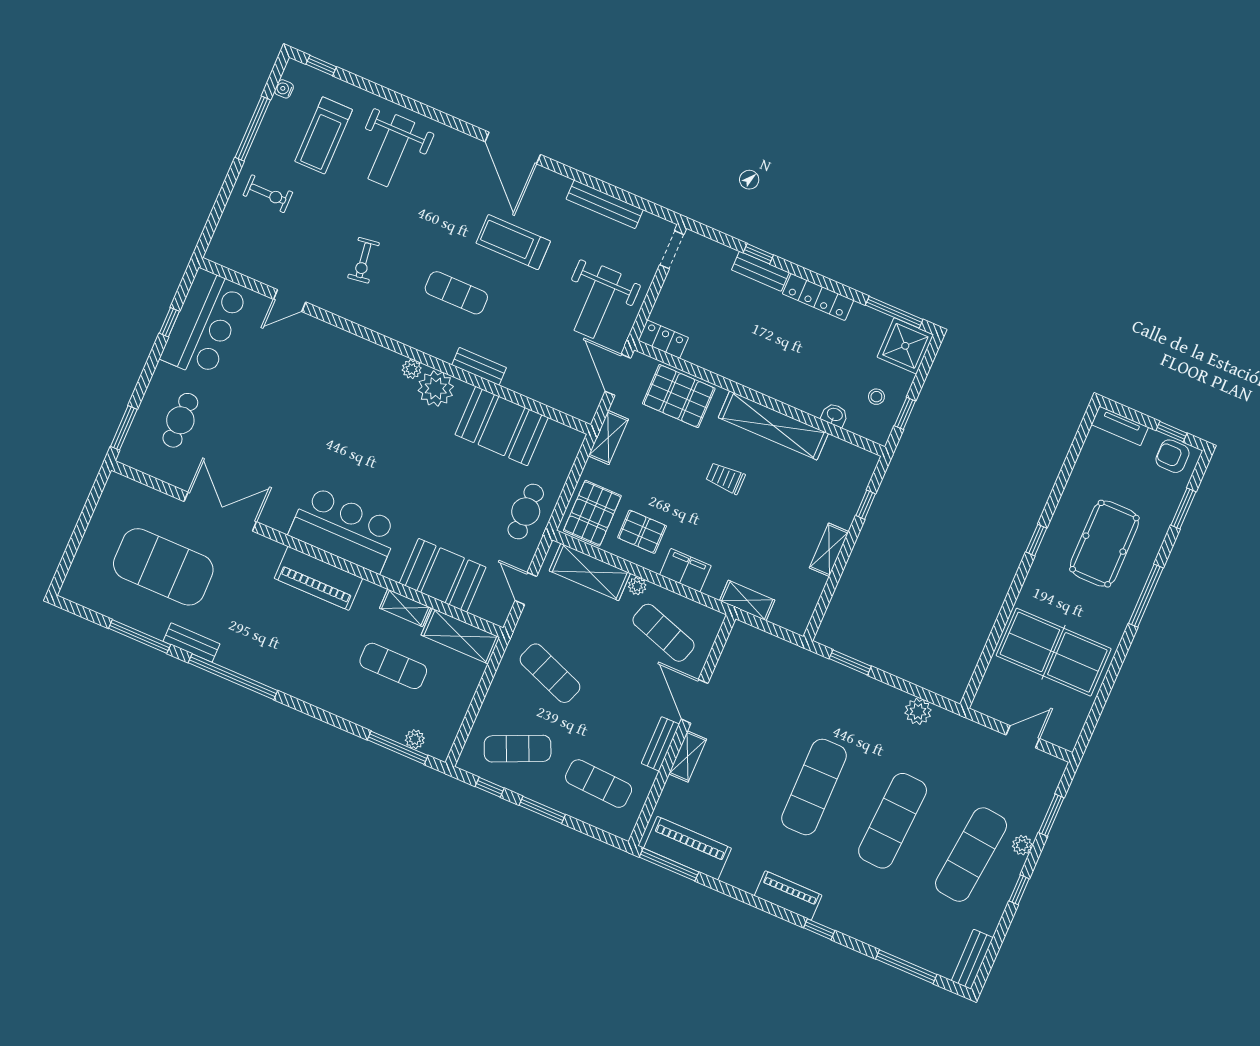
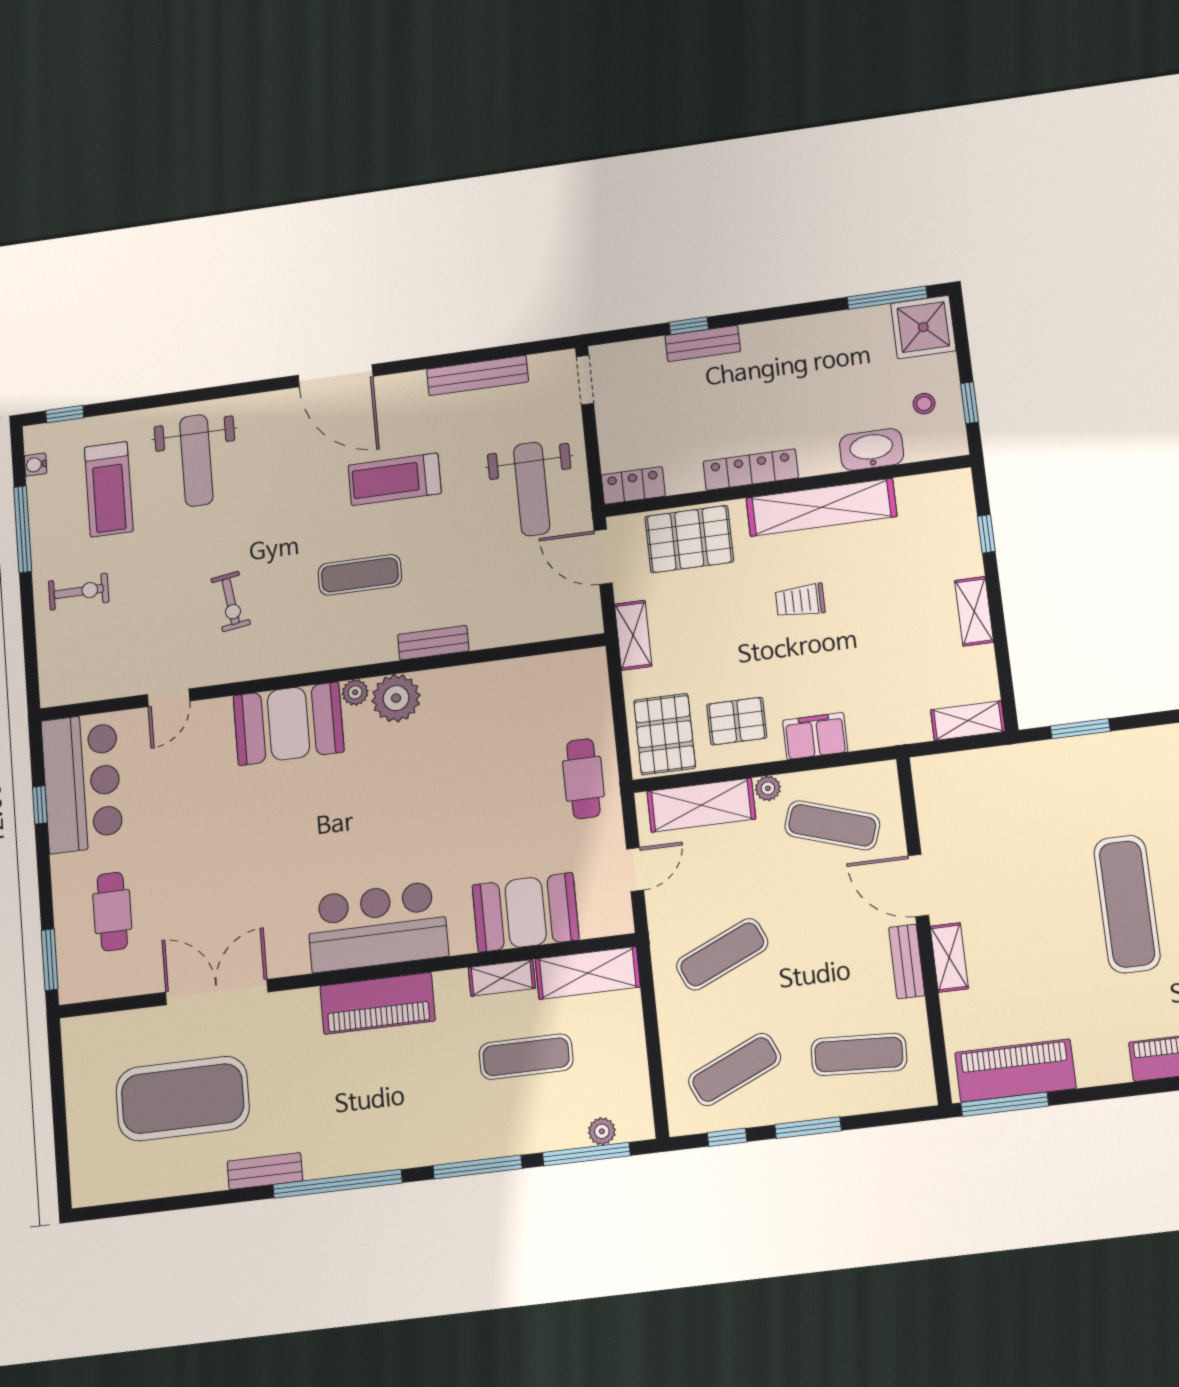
locker: (818, 297) -> (751, 470), moved, turned 180
washbasin: (835, 415) -> (872, 449), width x1.91, depth x1.45
booth: (502, 426) -> (289, 724), moved
door: (526, 588) -> (635, 870), swing flipped
shelving: (747, 600) -> (968, 721), moved
window: (140, 636) -> (478, 1167), moved
exercise mat: (550, 673) -> (722, 954), turned -45

